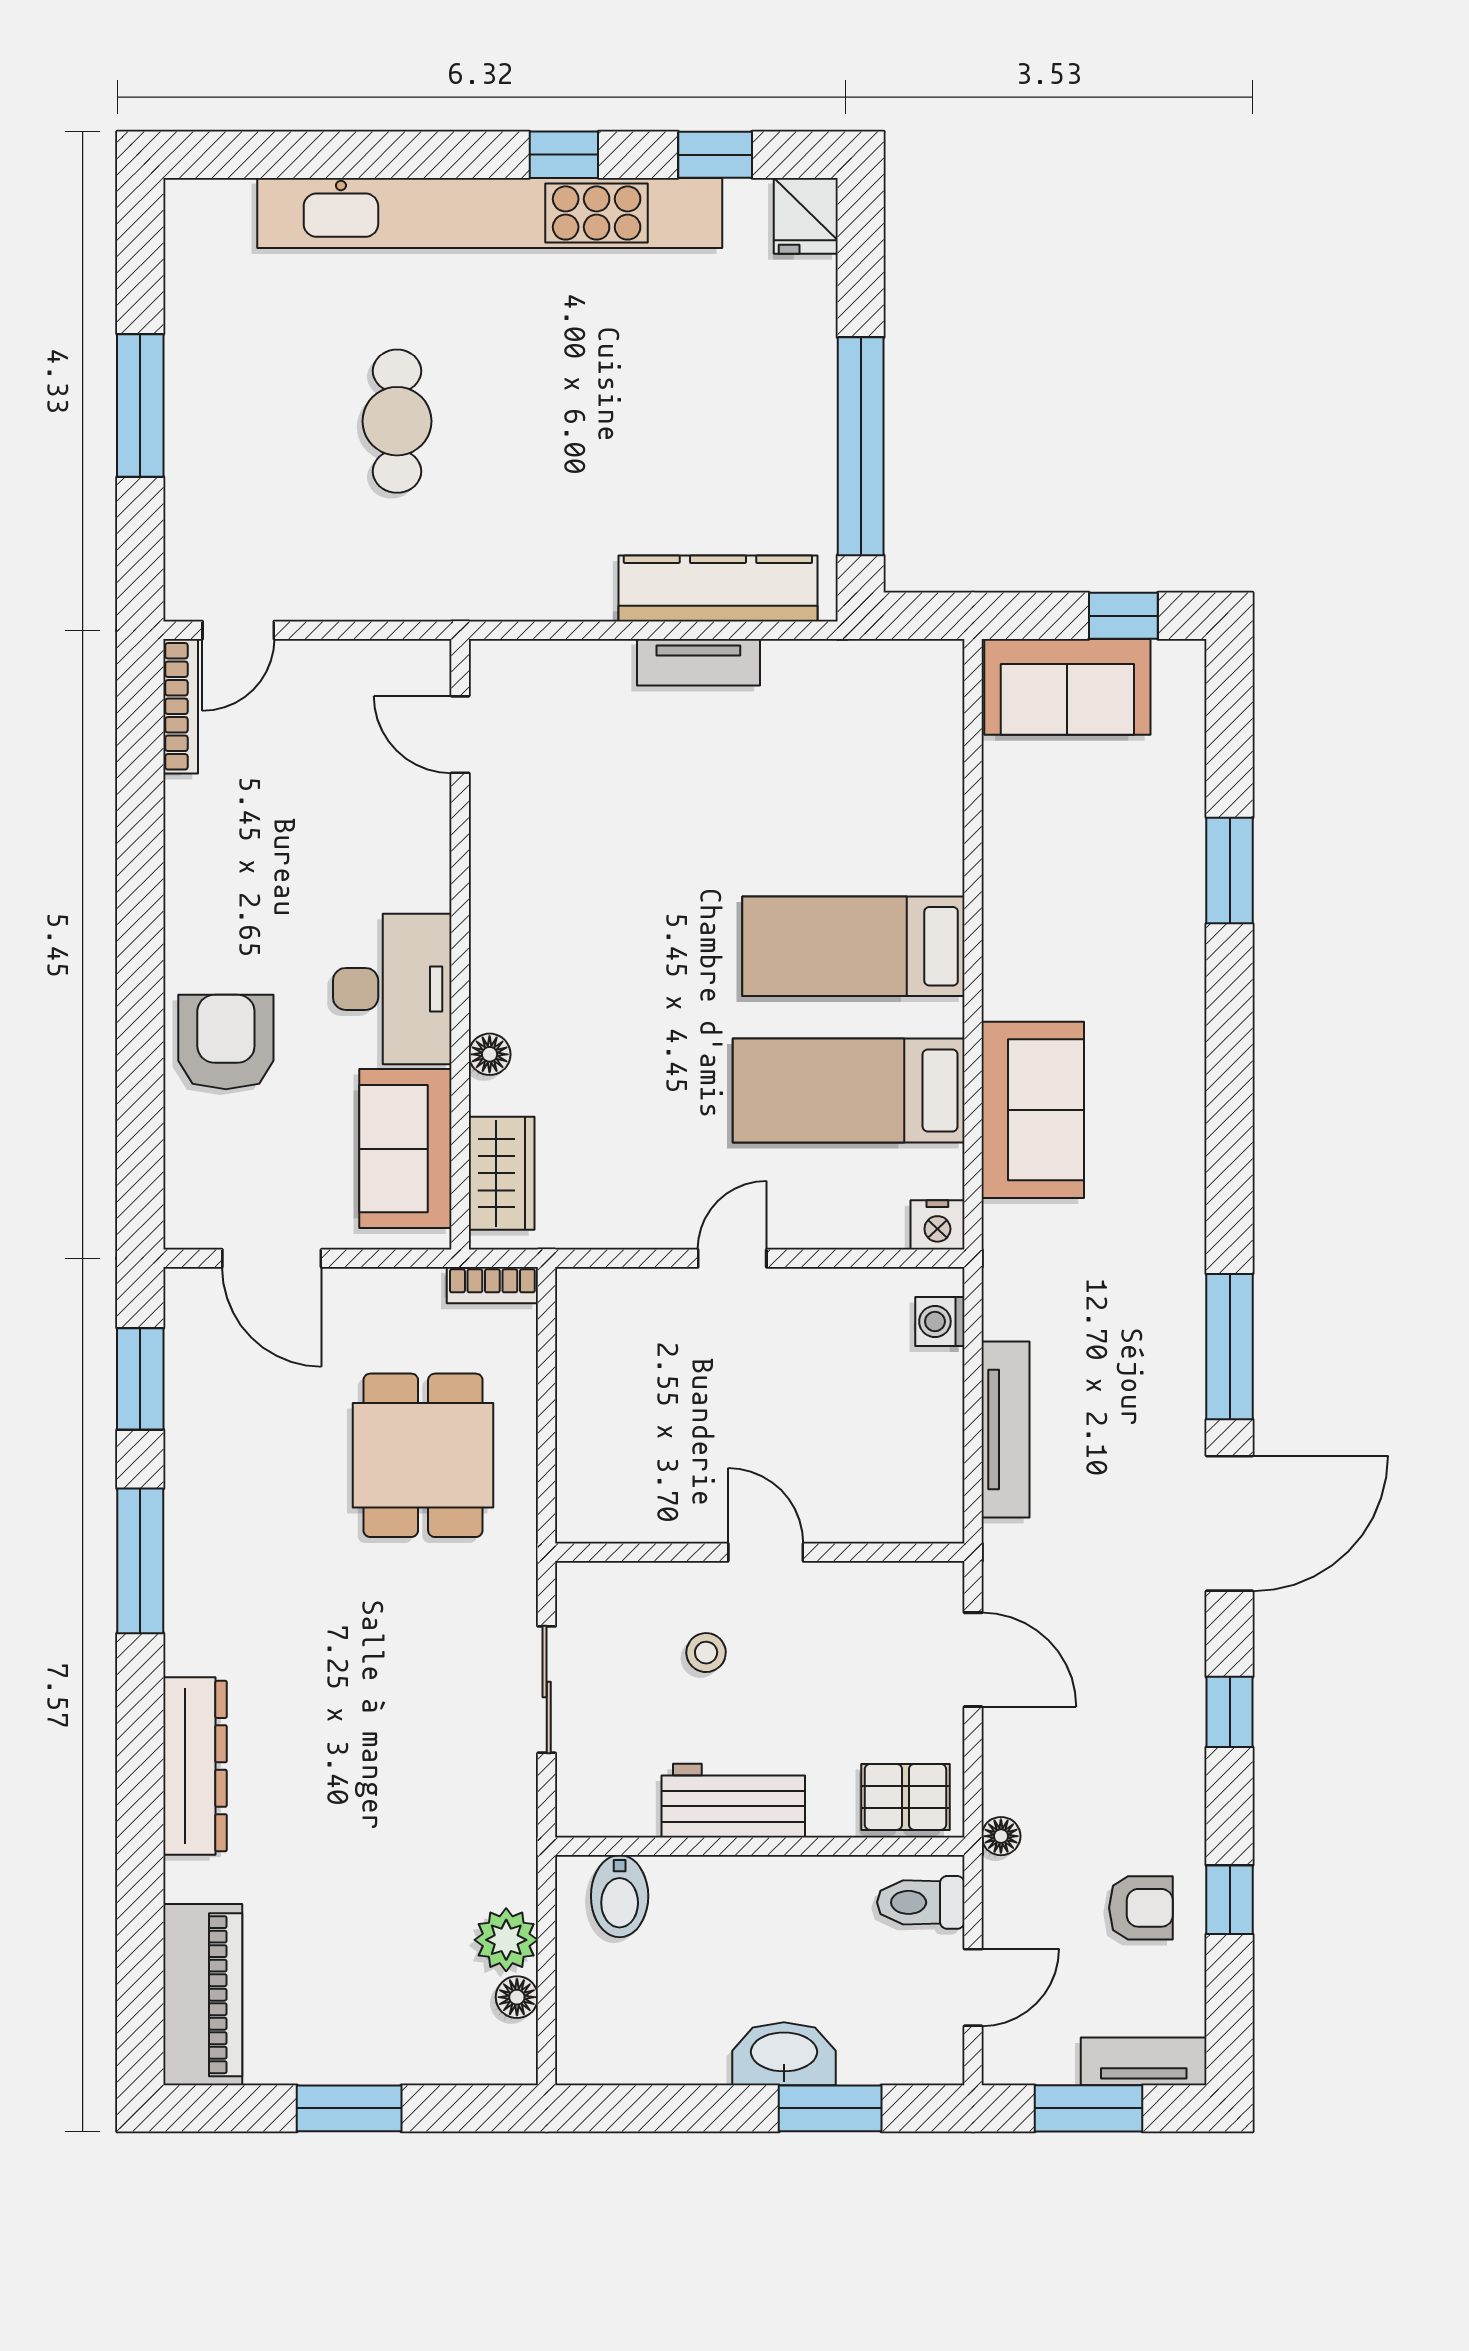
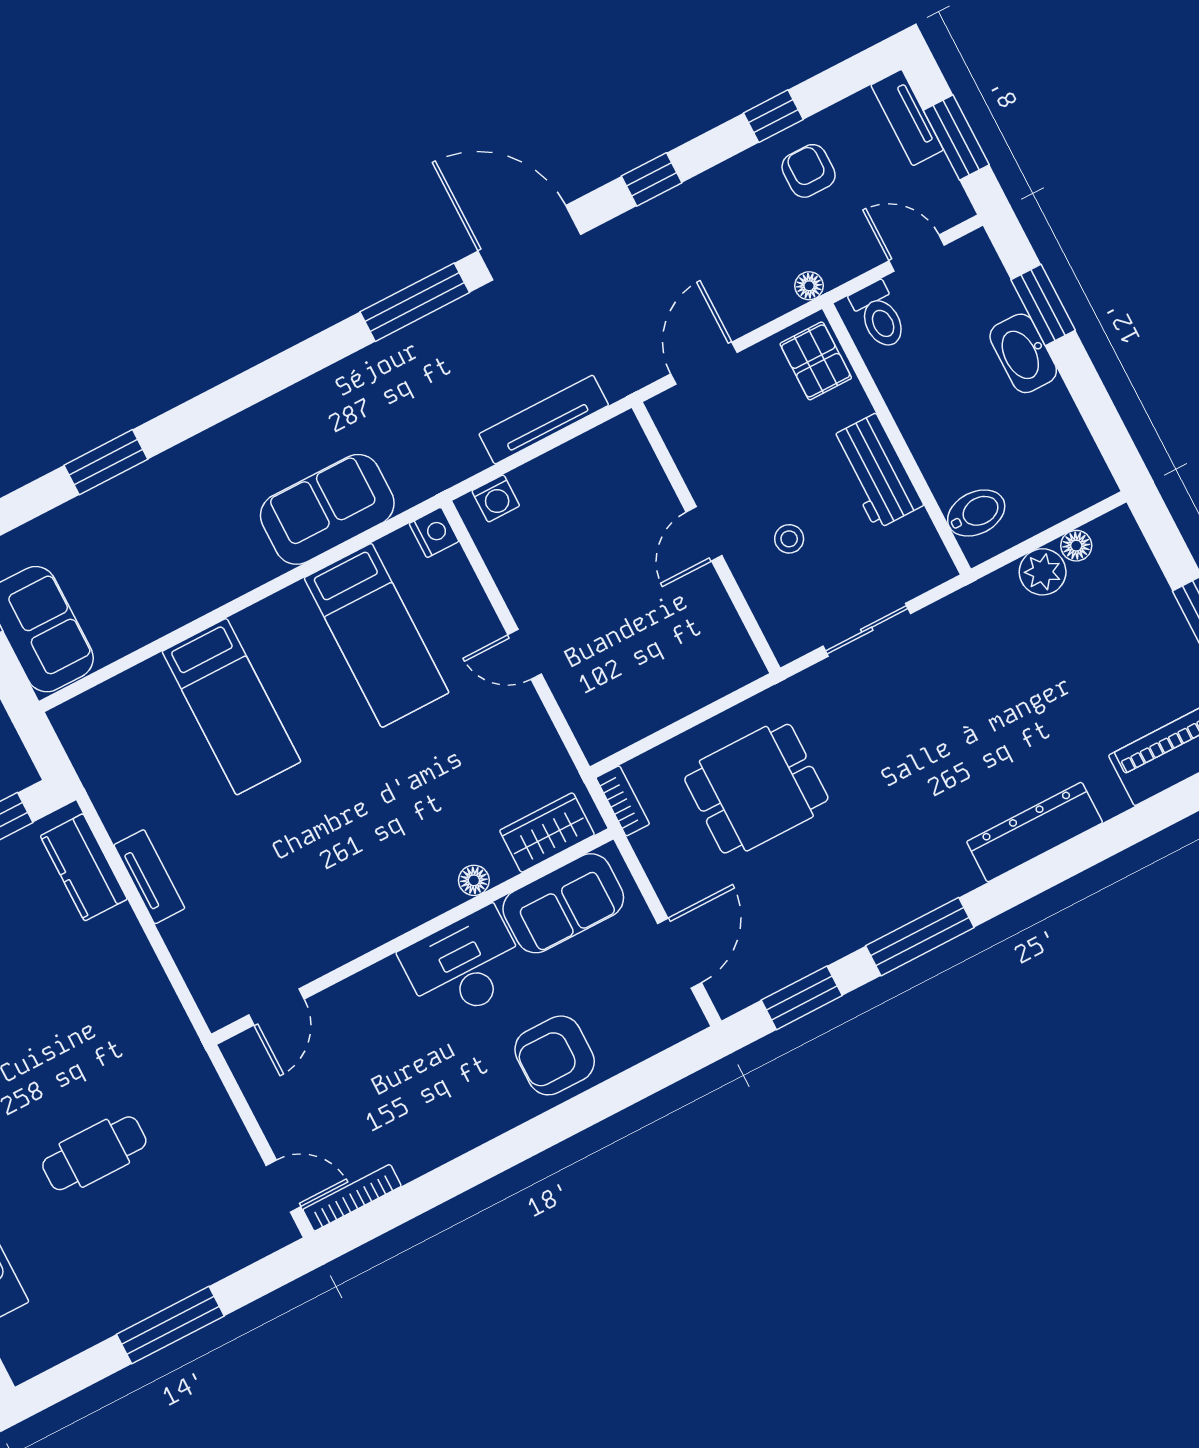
kitchen counter: (718, 588) -> (84, 867), width x0.67
bed: (853, 946) -> (231, 707), moved

